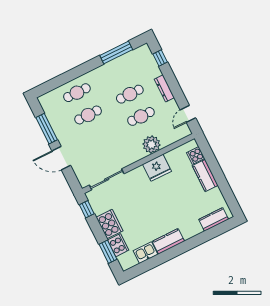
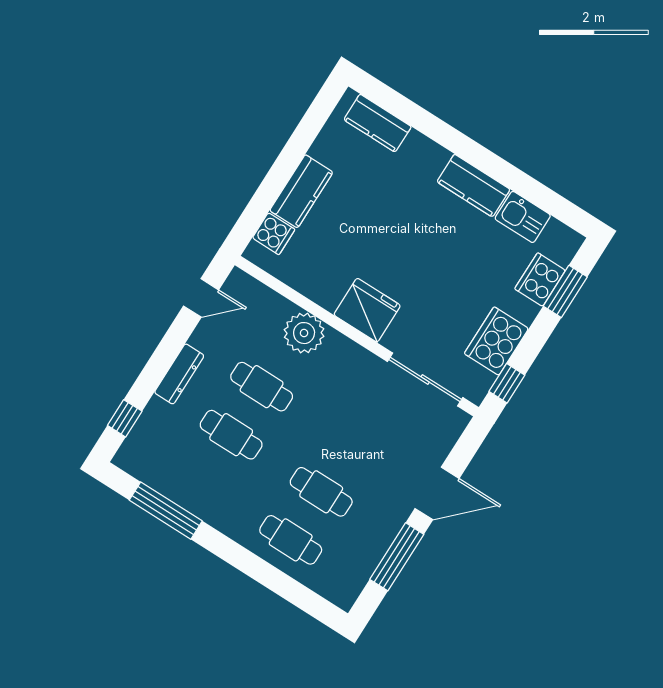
door: (61, 158) -> (437, 493), hinge flipped
fridge: (157, 168) -> (367, 310), moved
cooker: (110, 224) -> (496, 341), moved

